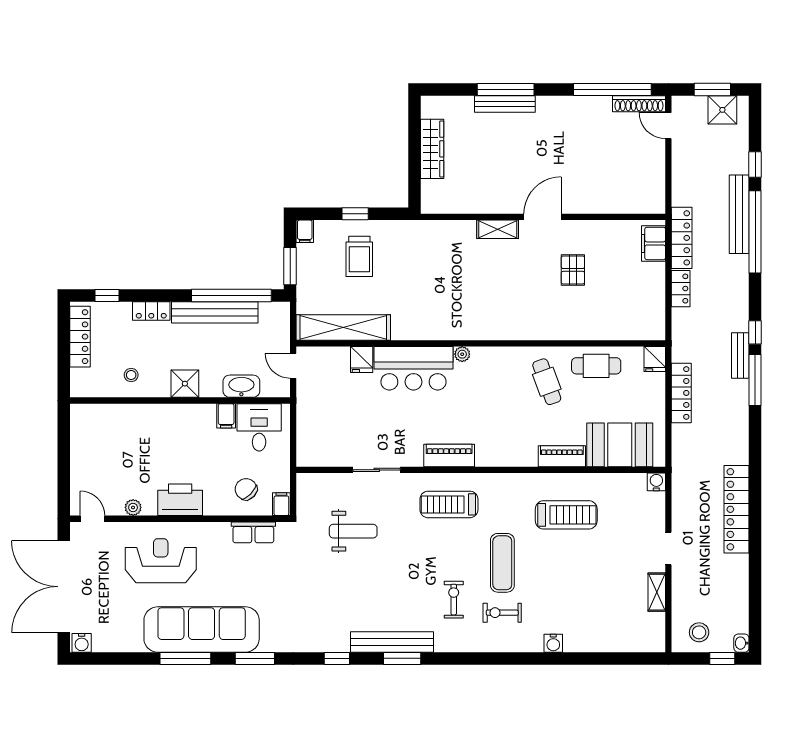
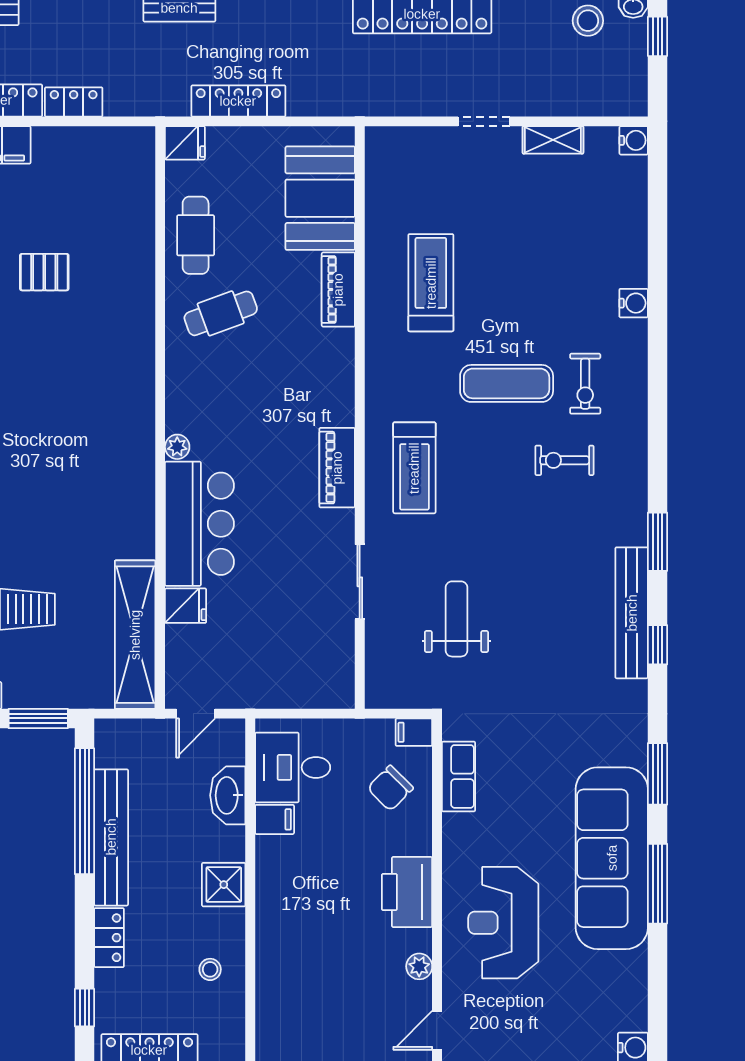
water cooler: (656, 482) -> (634, 140), moved, turned 180
stool: (699, 632) -> (588, 21), moved
bench: (392, 642) -> (632, 613), moved

